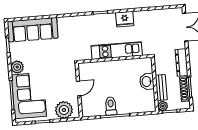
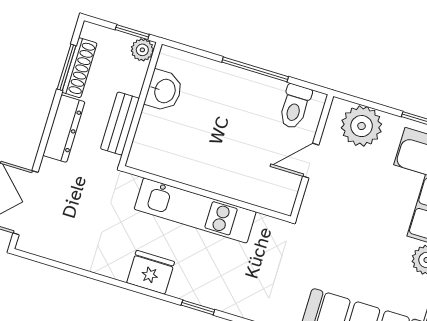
washbasin: (147, 82) -> (164, 91), moved
bench: (161, 88) -> (120, 123), moved
toilet: (111, 106) -> (295, 107), moved

